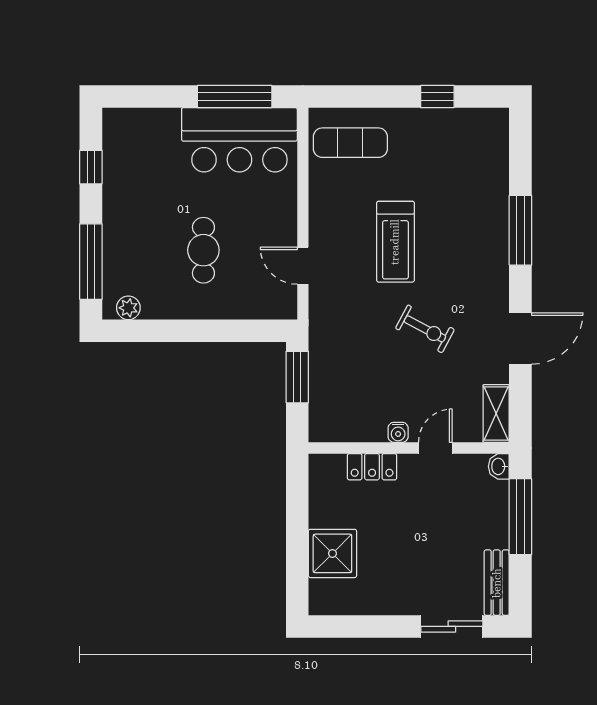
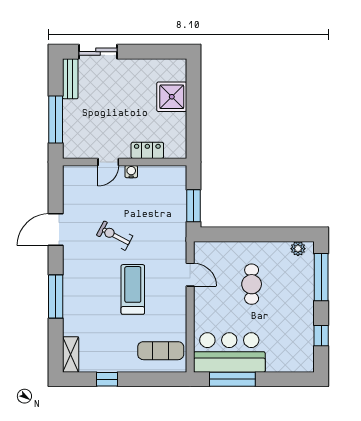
shelving: (496, 413) -> (71, 354), moved
washbasin: (499, 466) -> (69, 151), removed

